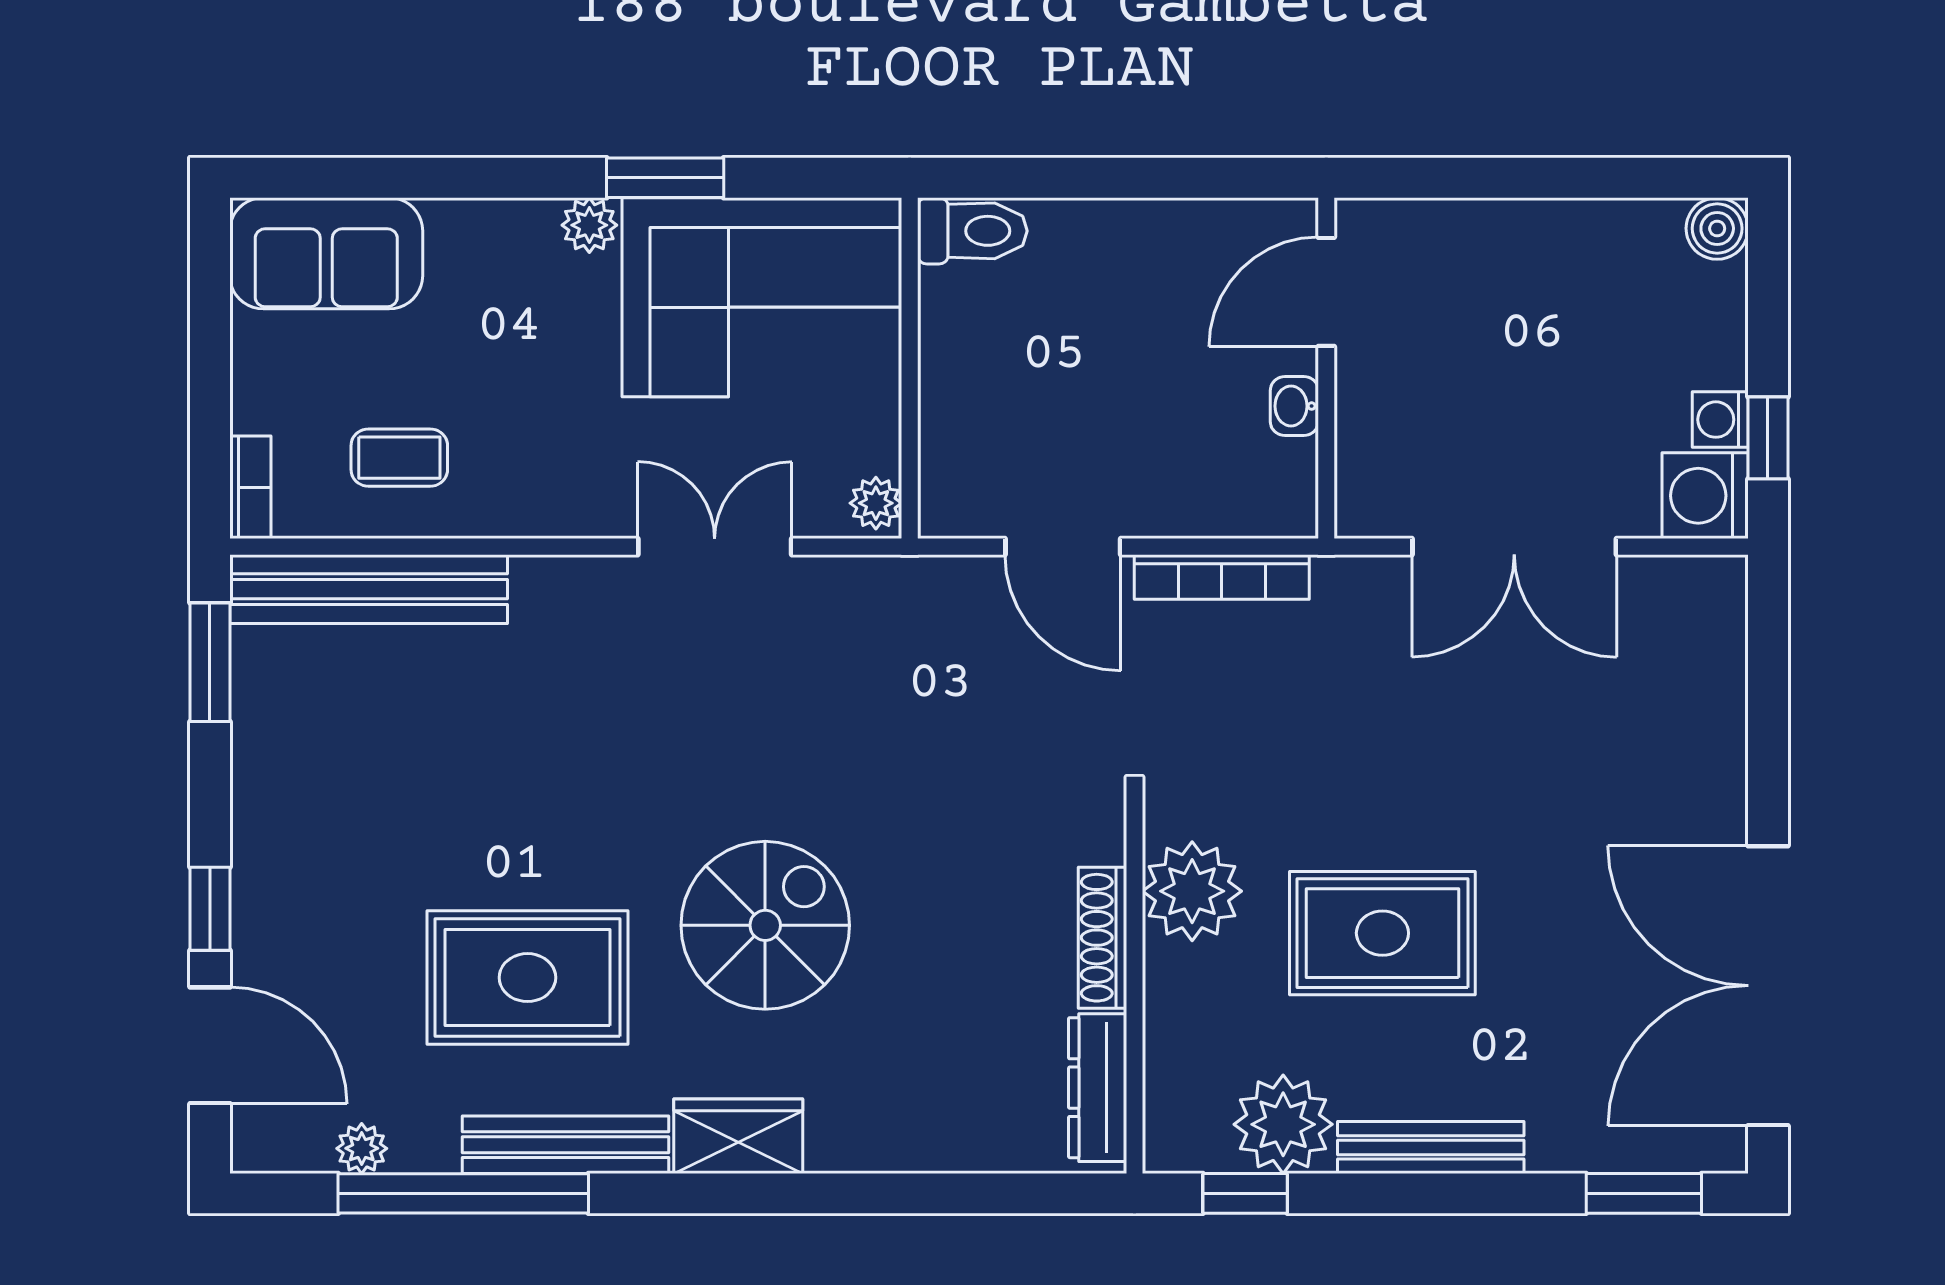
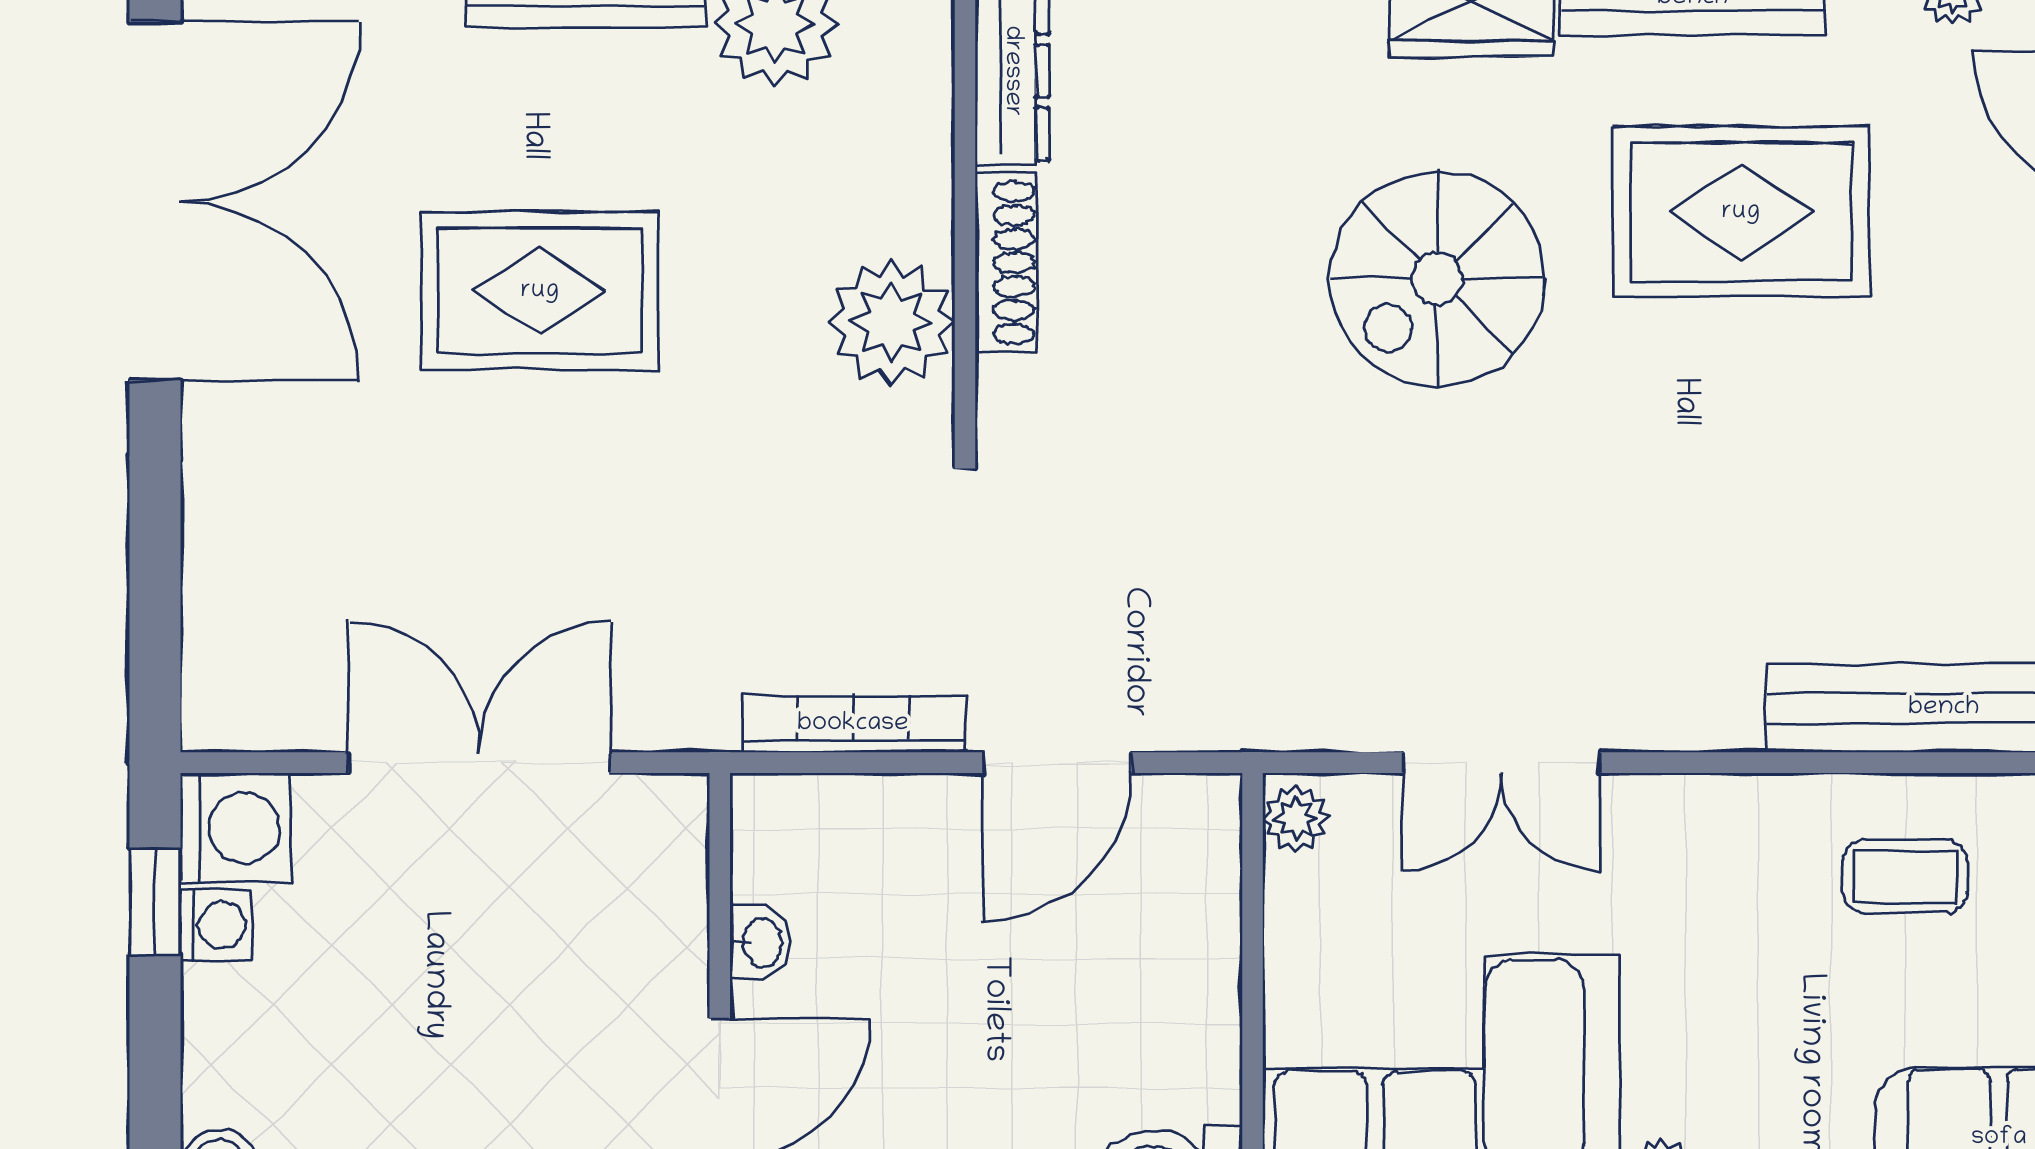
door: (1063, 547) -> (1057, 763), swing flipped
rug: (1382, 933) -> (540, 291), moved

